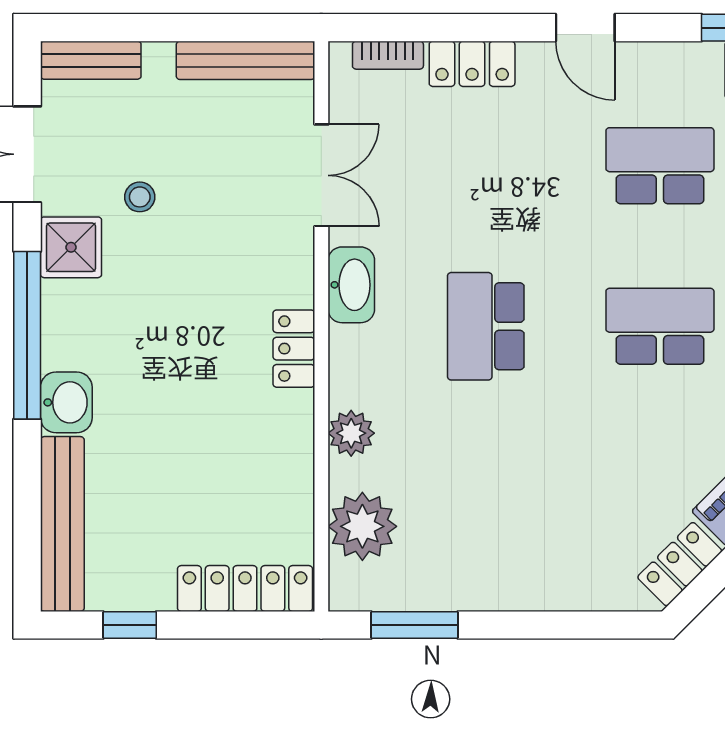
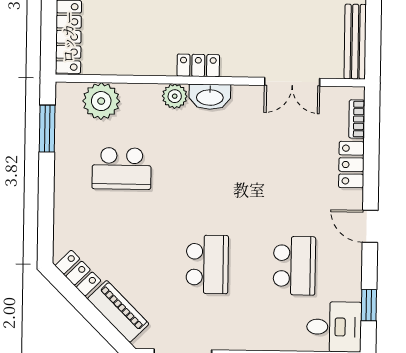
door: (585, 28) -> (370, 226), hinge flipped
washbasin: (351, 285) -> (210, 97), moved
school desk: (486, 326) -> (122, 168), moved, turned 180
plant: (351, 433) -> (175, 96), moved

